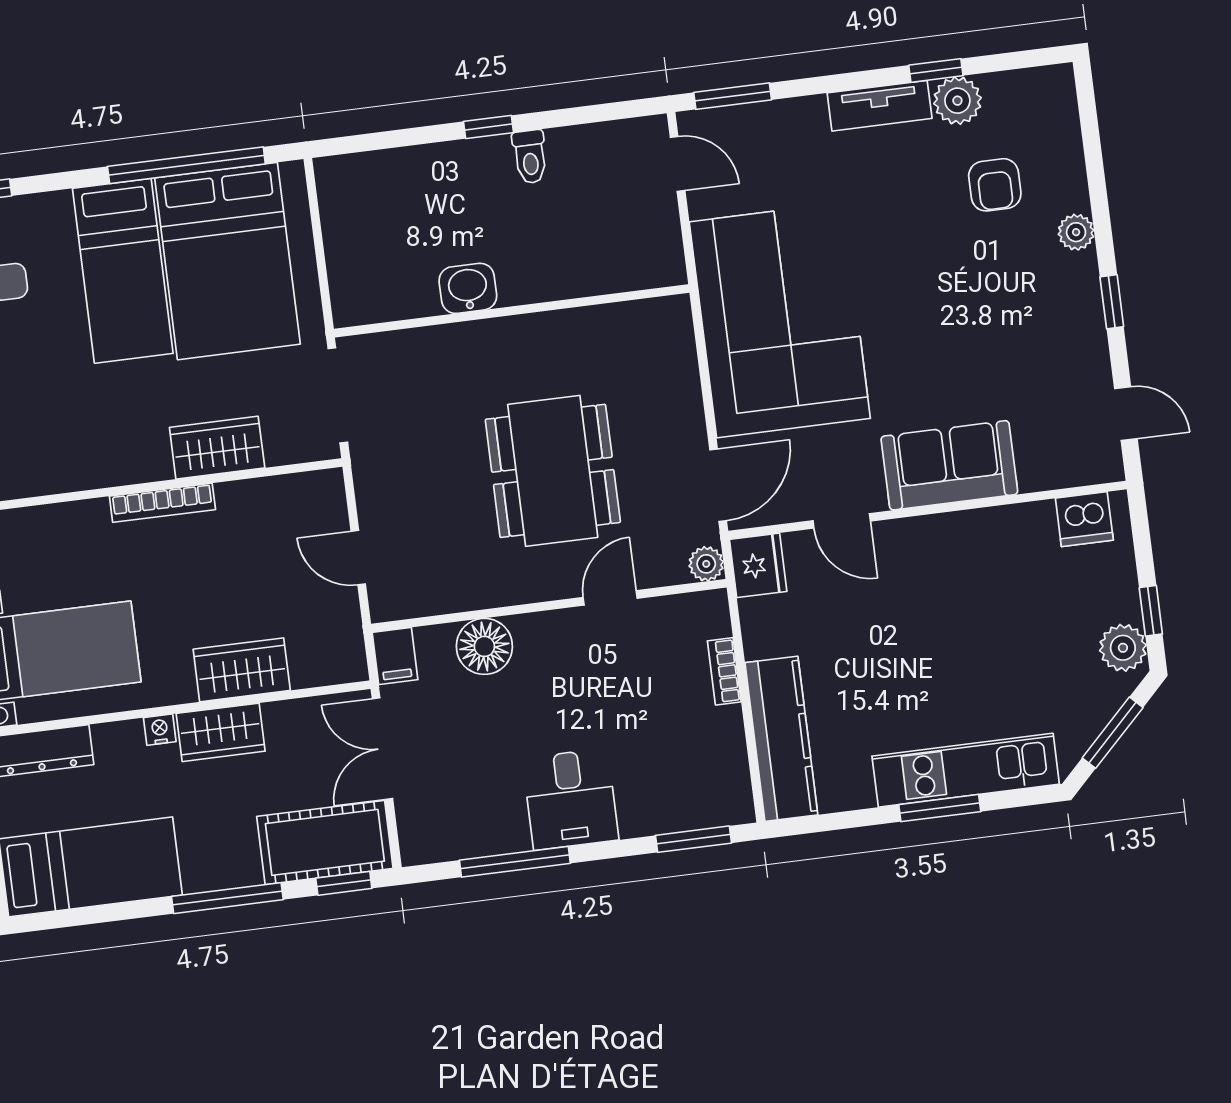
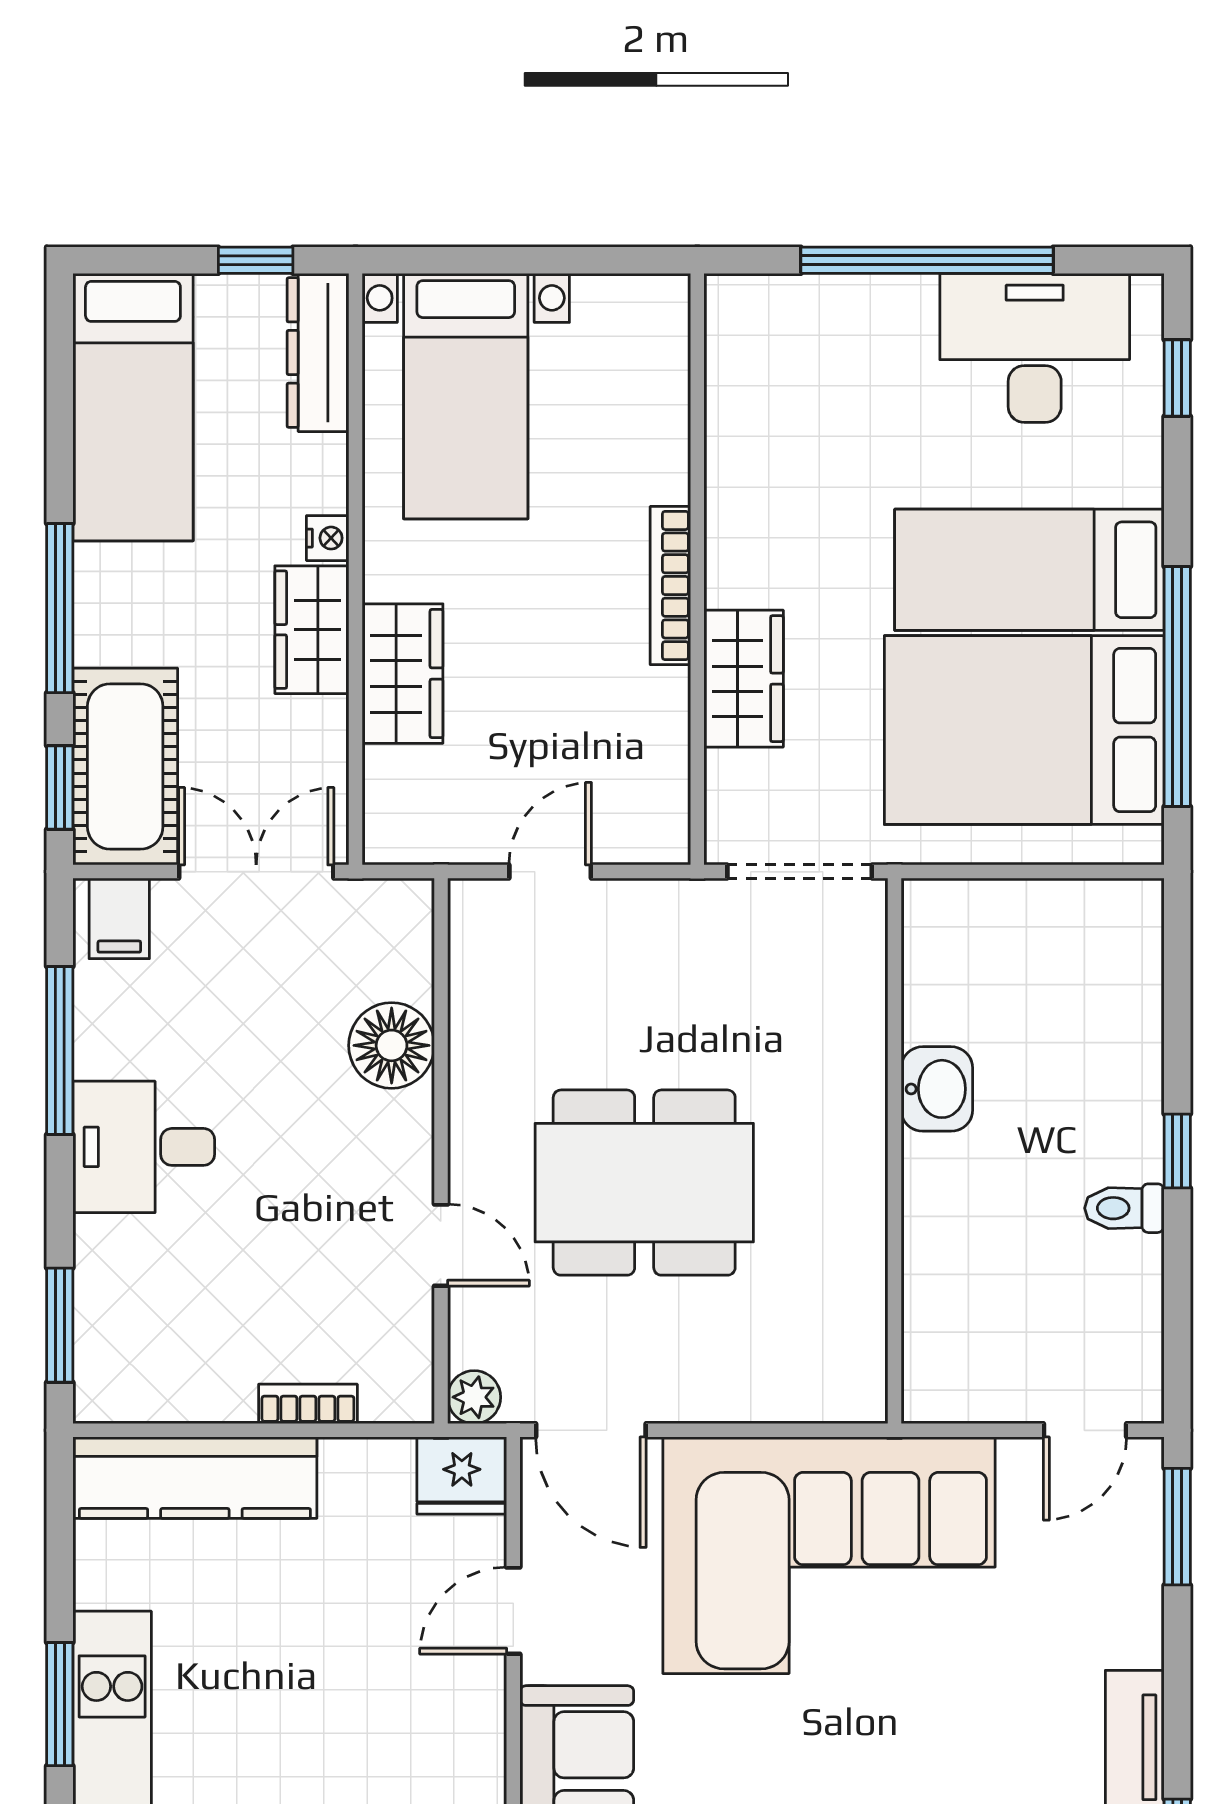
filing cabinet: (395, 656) -> (119, 918), moved, turned -90

